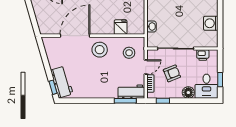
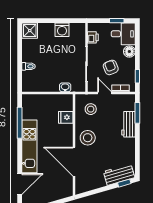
workbench: (131, 92) -> (128, 124), moved

